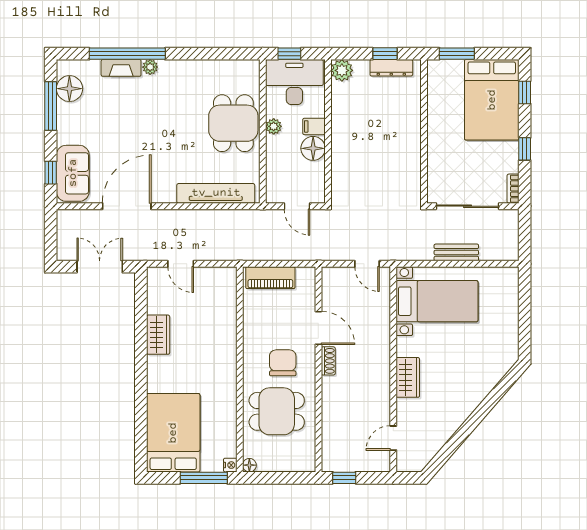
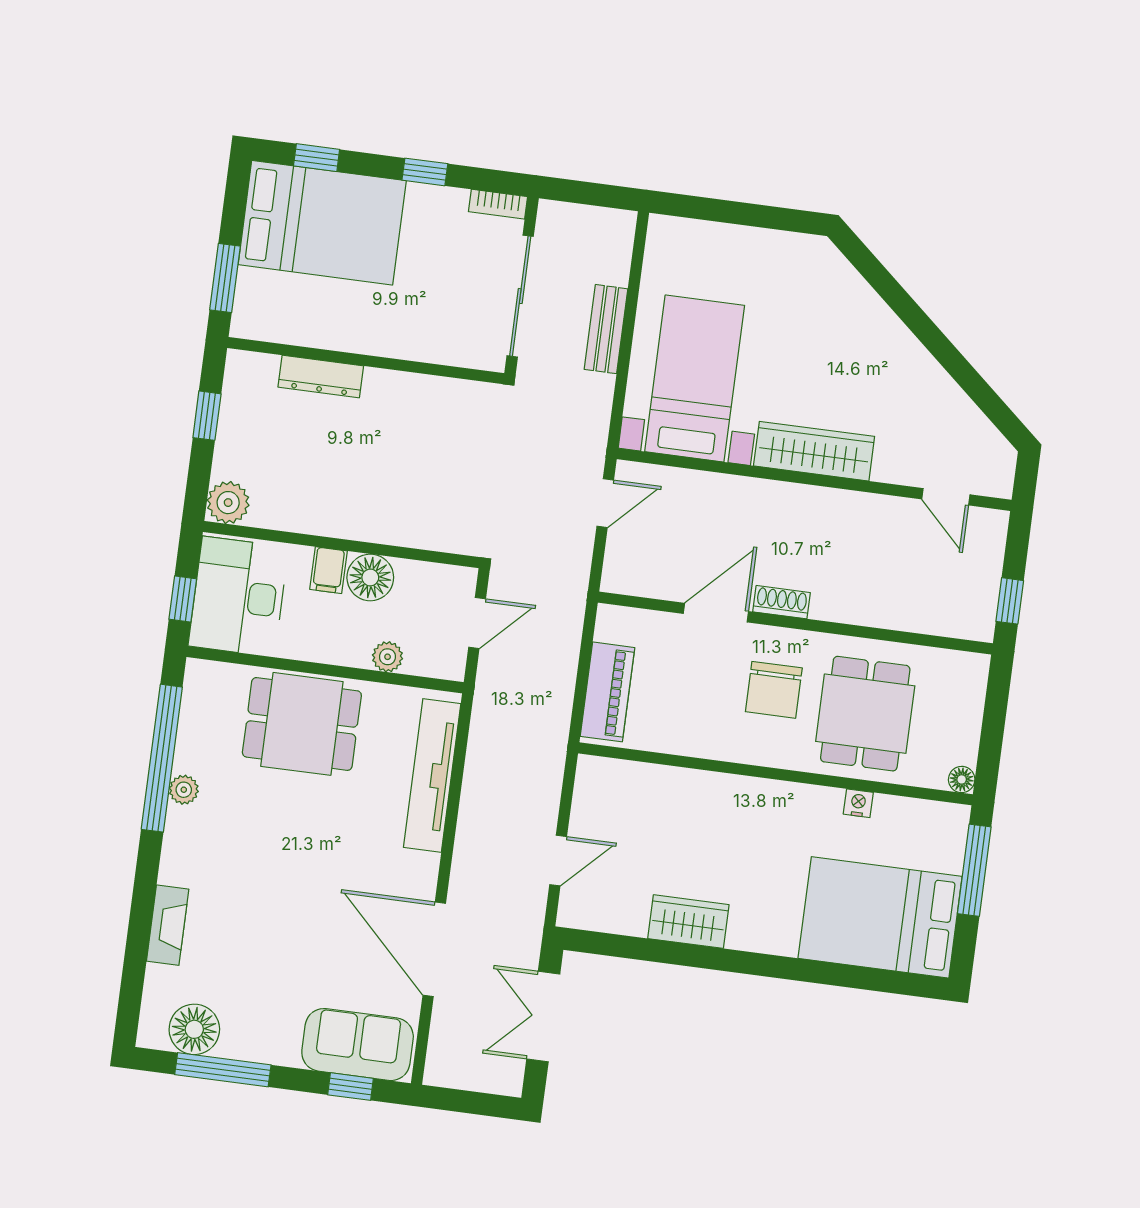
window: (127, 54) -> (162, 758), moved
plant: (150, 67) -> (184, 790), moved
dresser: (391, 68) -> (321, 377), moved, turned 90
plant: (274, 126) -> (388, 657), moved
chair: (283, 363) -> (774, 690), turned -90
wardrobe: (408, 377) -> (814, 451), width x1.50
nightstand: (230, 465) -> (858, 803), moved

